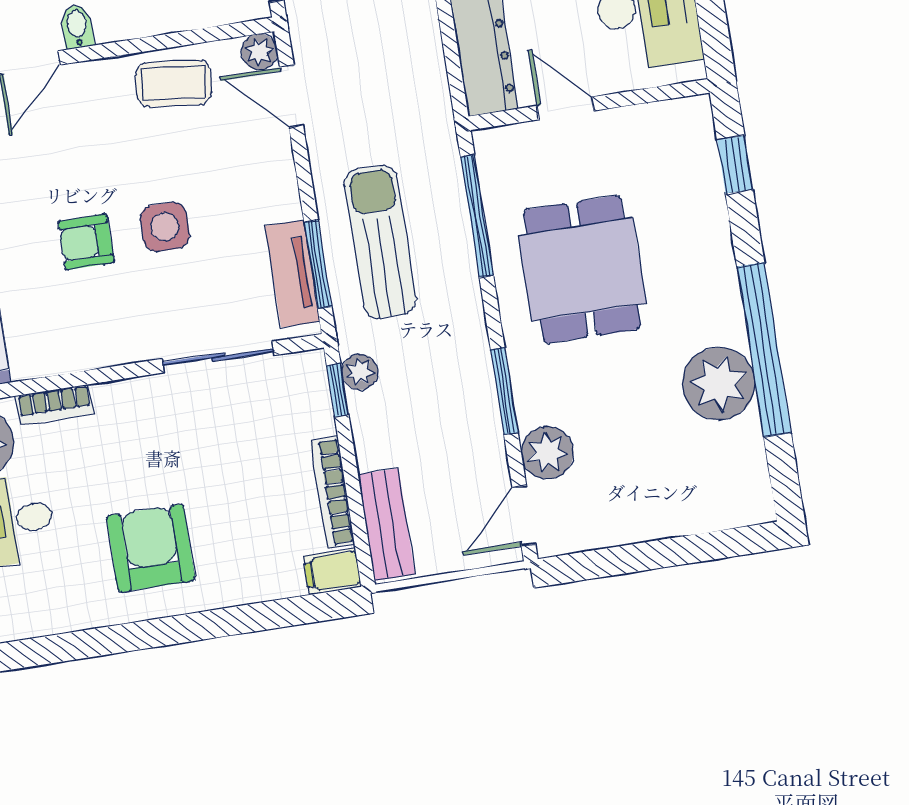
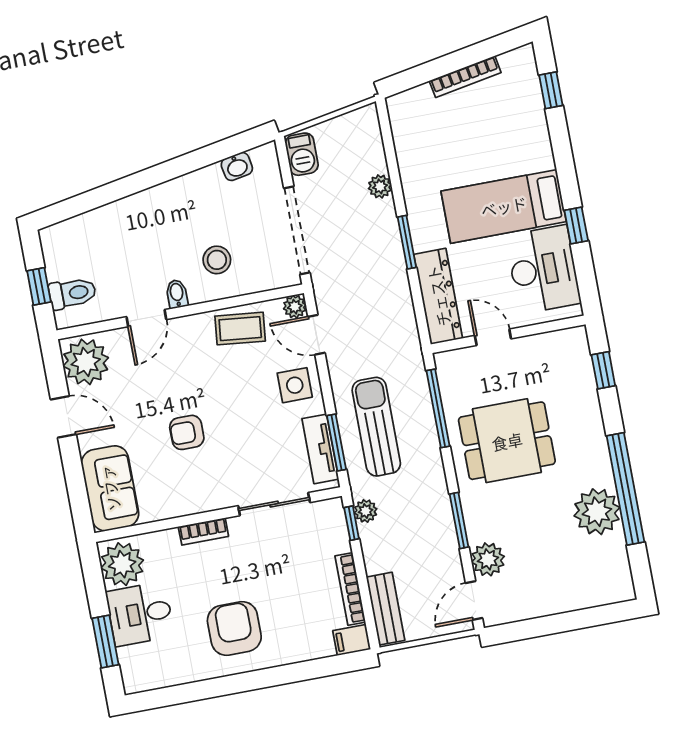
side table: (165, 227) -> (295, 385), moved
dining table: (582, 269) -> (507, 441), turned 90
bookcase: (55, 405) -> (203, 531), moved

